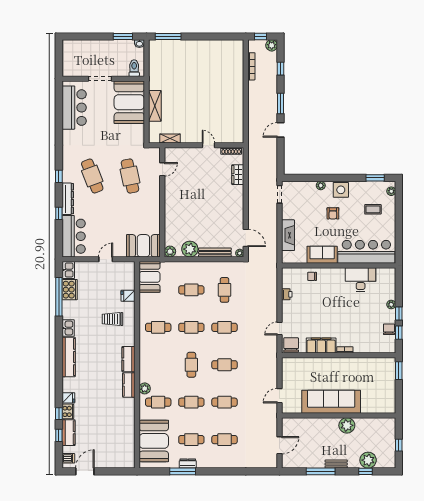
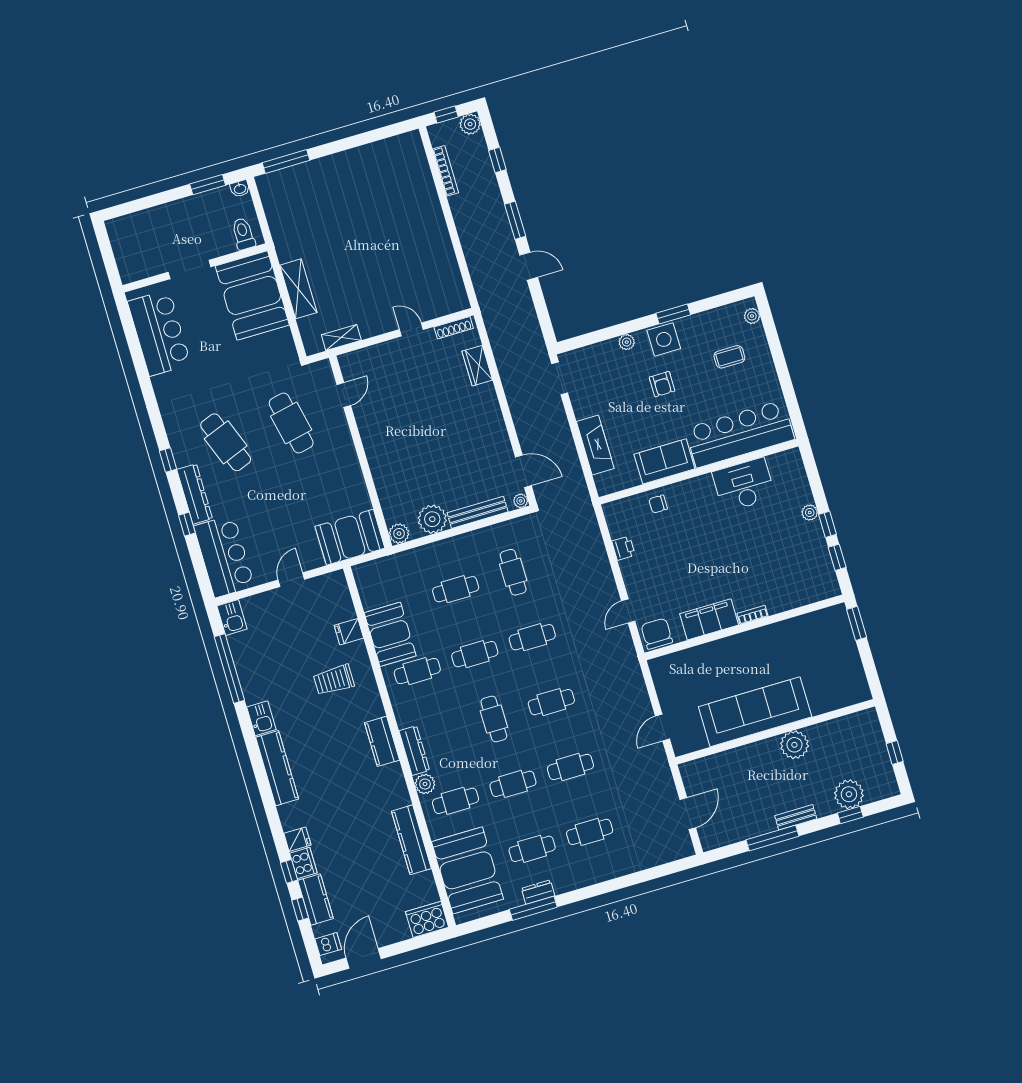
door: (281, 130) -> (529, 266), swing flipped
window: (375, 178) -> (673, 314), moved
booth: (150, 277) -> (390, 634), moved
cooker: (70, 290) -> (427, 919), moved, turned -90
chair: (389, 329) -> (818, 557), removed
dresser: (144, 369) -> (414, 751), added
kitchen counter: (129, 385) -> (411, 840), moved, width x1.50

